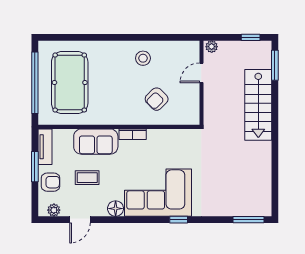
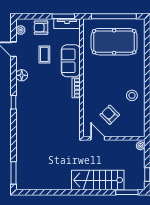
door: (201, 73) -> (98, 138), moved
armchair: (157, 99) -> (110, 115), moved
window: (35, 167) -> (63, 16), moved
armchair: (50, 182) -> (41, 28), turned 90
corner sofa: (158, 193) -> (33, 106), removed
window: (179, 220) -> (14, 102), moved

